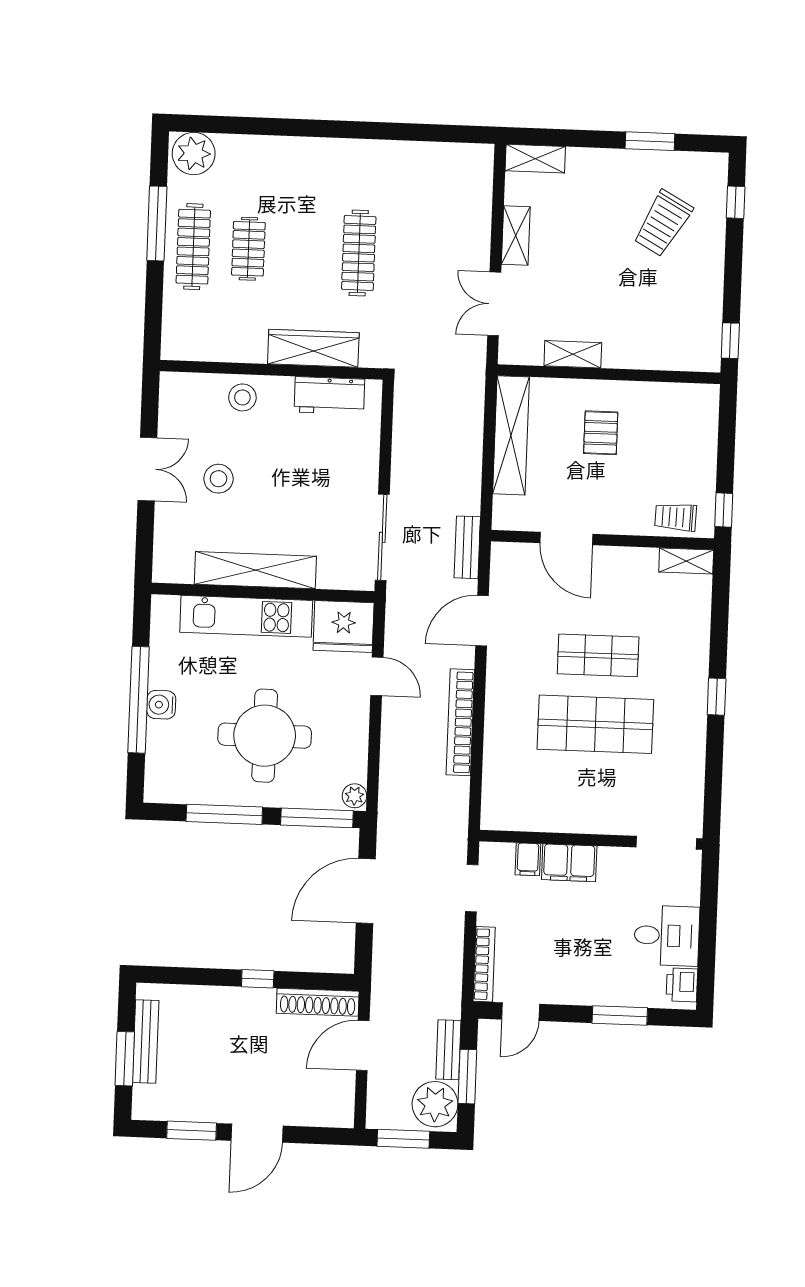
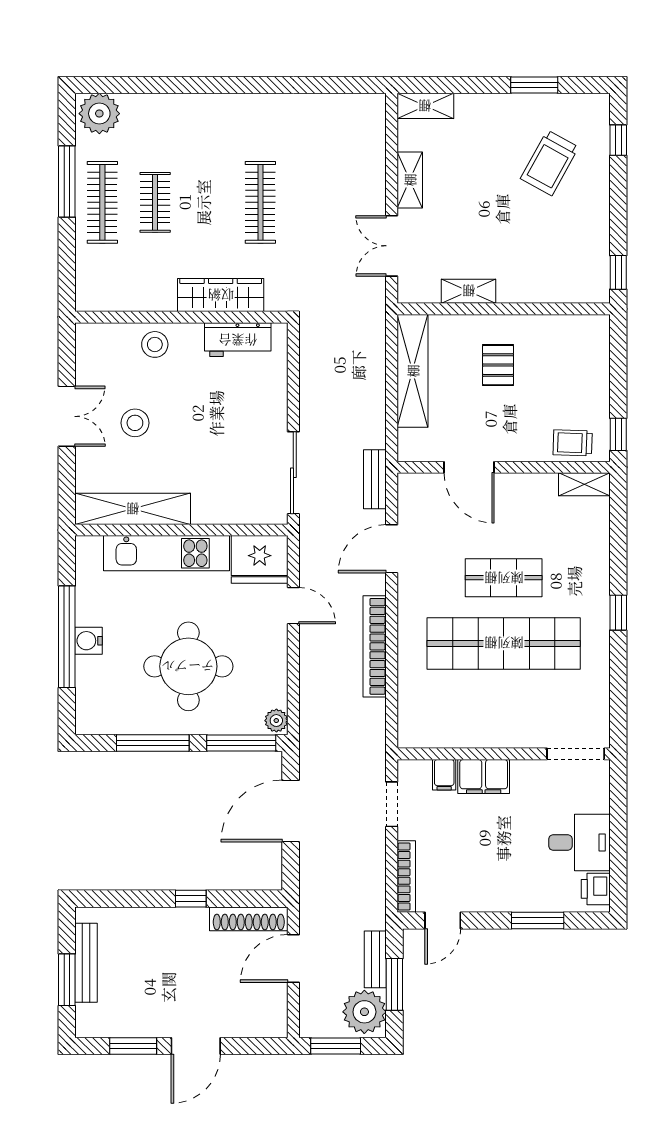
shelving: (255, 570) -> (133, 509), moved
shop shelf: (595, 724) -> (504, 643), width x1.40

